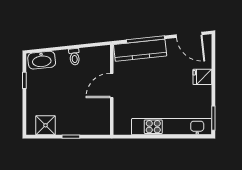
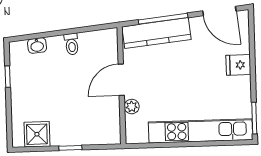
washbasin: (42, 60) -> (37, 46), width x0.52, depth x0.69
plant: (119, 106) -> (132, 107), added

